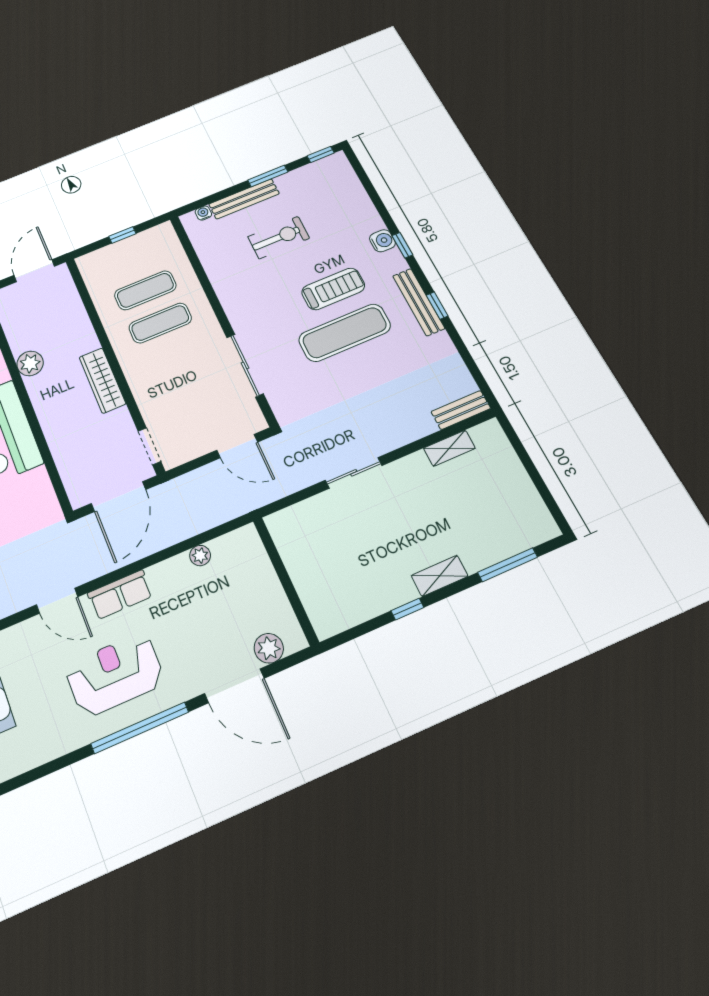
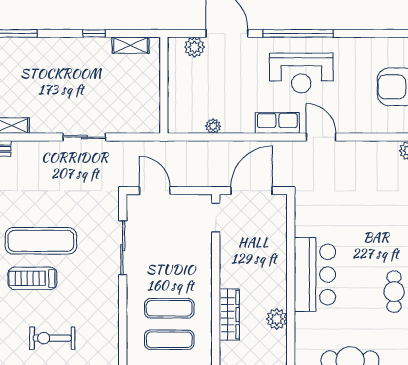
wardrobe: (102, 380) -> (229, 315), moved
shelving: (440, 576) -> (131, 45), moved

